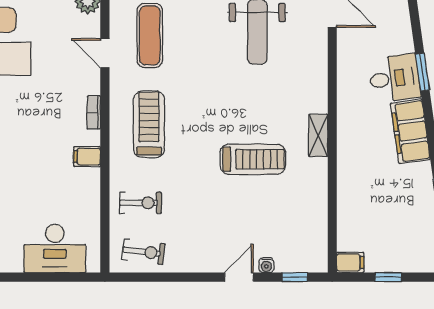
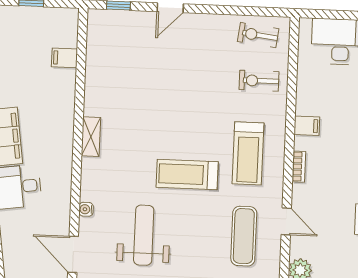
treadmill: (253, 159) -> (187, 174), moved
filing cabinet: (350, 262) -> (65, 58), moved
water cooler: (266, 265) -> (86, 209), moved, turned -90

